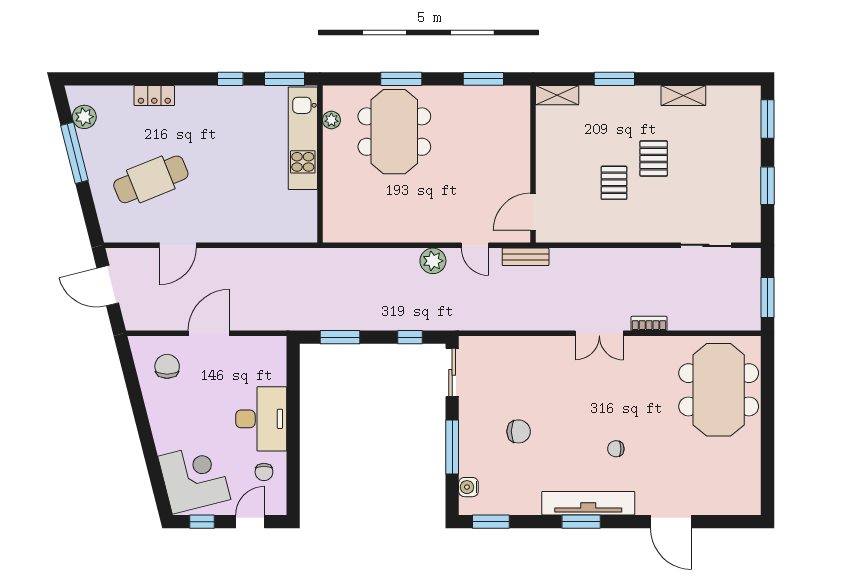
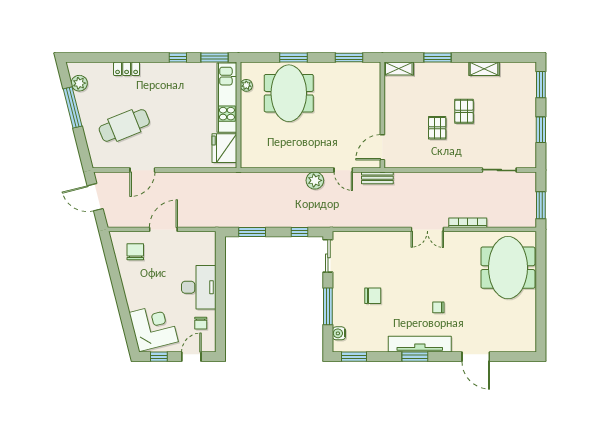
fridge: (299, 213) -> (224, 148), added
bookcase: (649, 323) -> (468, 223), width x1.56

